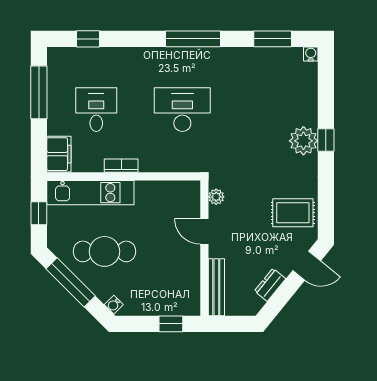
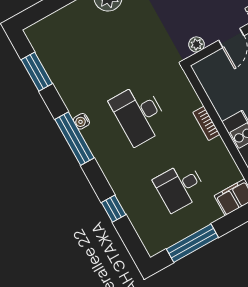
window: (88, 39) -> (114, 209), moved
water cooler: (311, 54) -> (81, 121), moved
bookcase: (121, 166) -> (206, 123), moved

